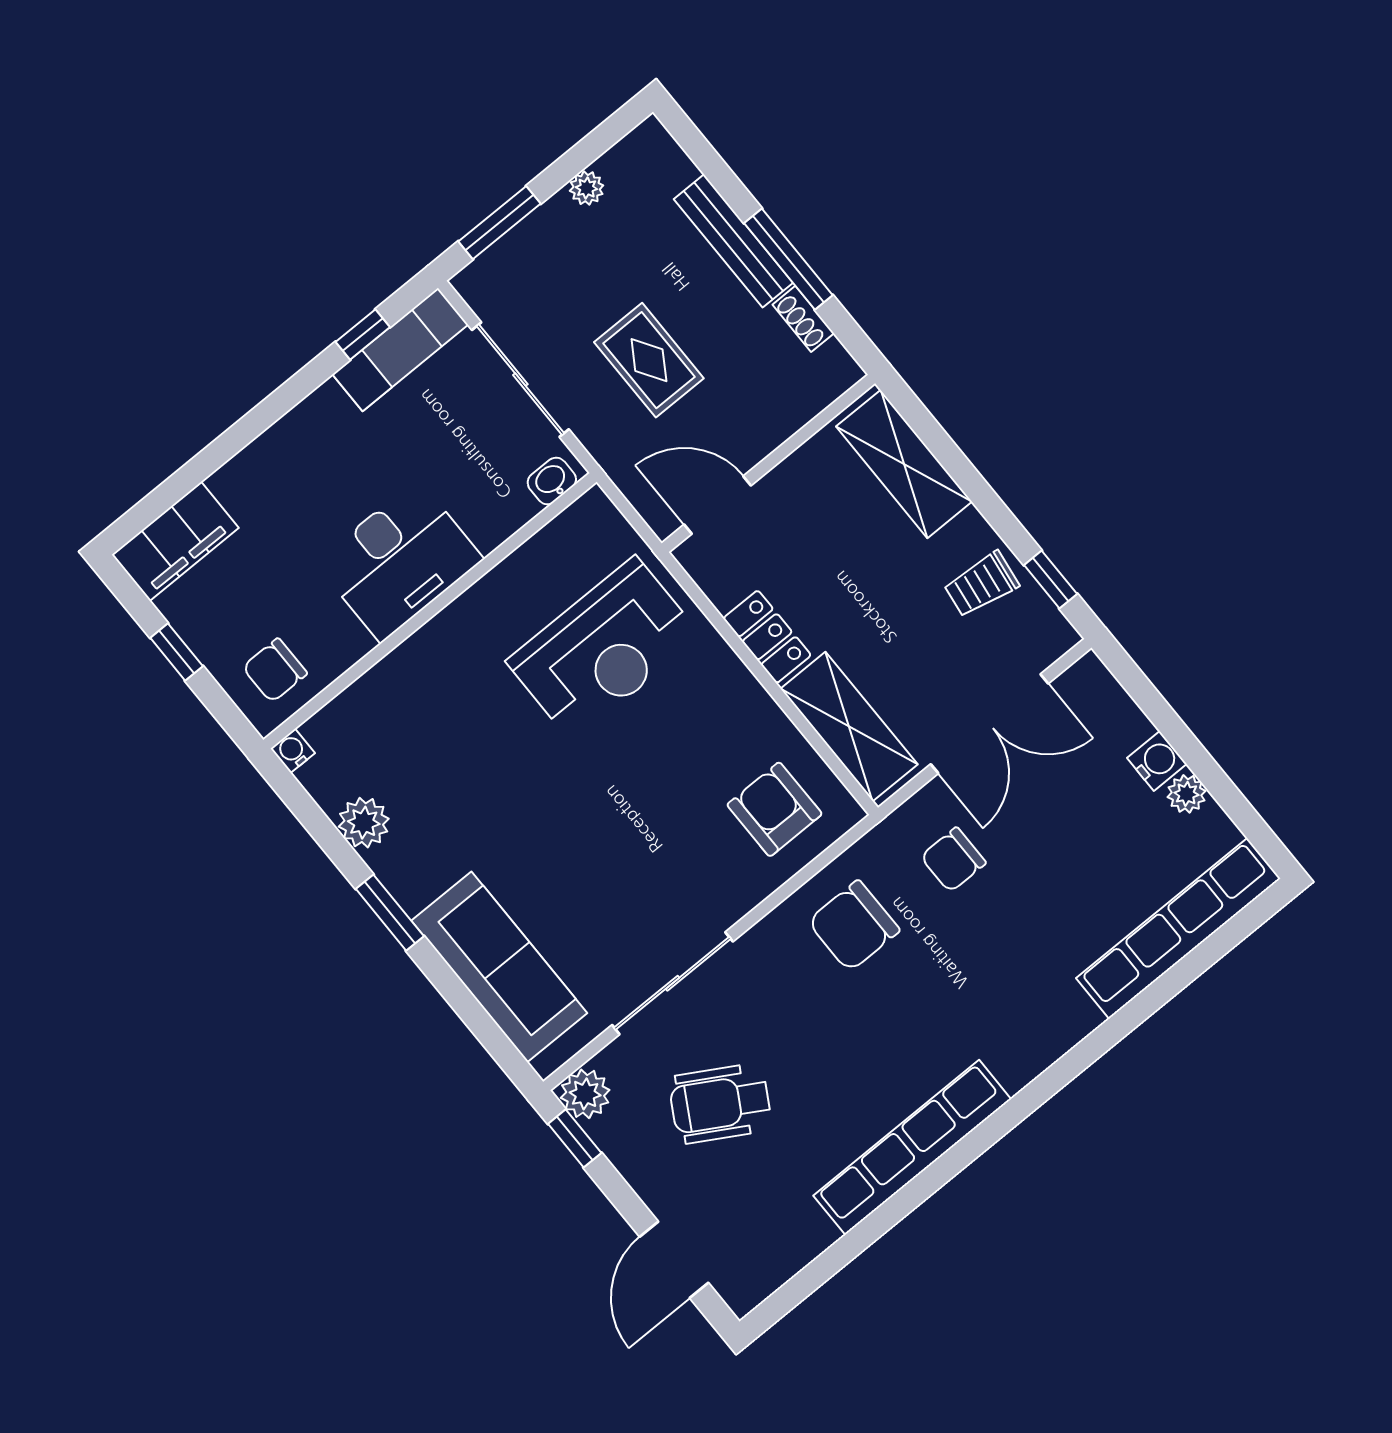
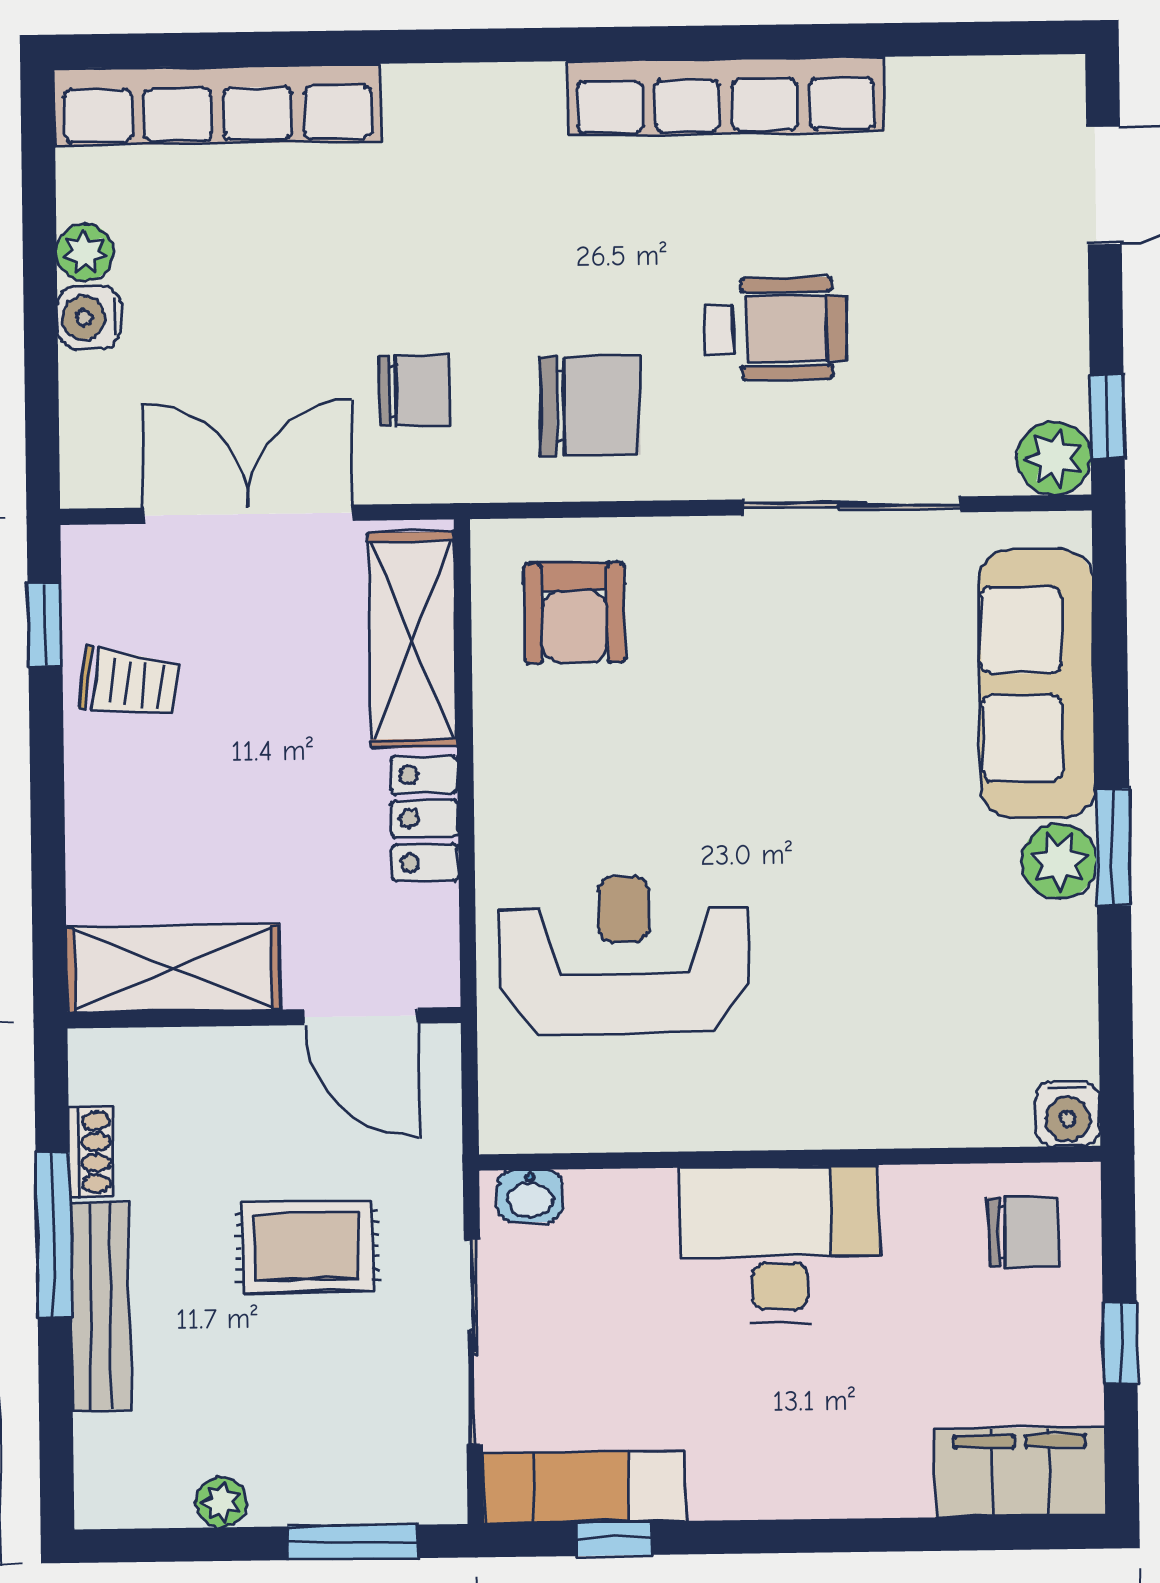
rug: (649, 360) -> (307, 1246), turned 90
shelving: (904, 464) -> (173, 968), moved, turned 90
water cooler: (293, 751) -> (1068, 1114), width x1.38, depth x1.38
plant: (364, 823) -> (1059, 861), moved
wheelchair: (720, 1103) -> (776, 329), moved, turned -30

